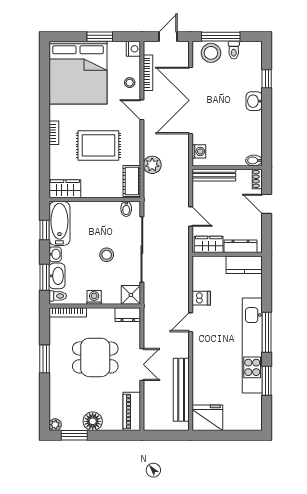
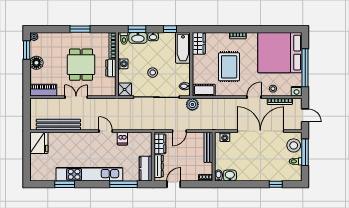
window: (100, 37) -> (305, 68), width x2.11
washbasin: (254, 101) -> (230, 176), moved
plant: (152, 165) -> (192, 104), moved
door: (267, 204) -> (174, 184), moved
bathtub: (59, 224) -> (183, 48), moved, turned 90
dresser: (128, 315) -> (111, 68), moved
window: (267, 332) -> (124, 184), moved
double door: (142, 364) -> (76, 97), swing flipped

